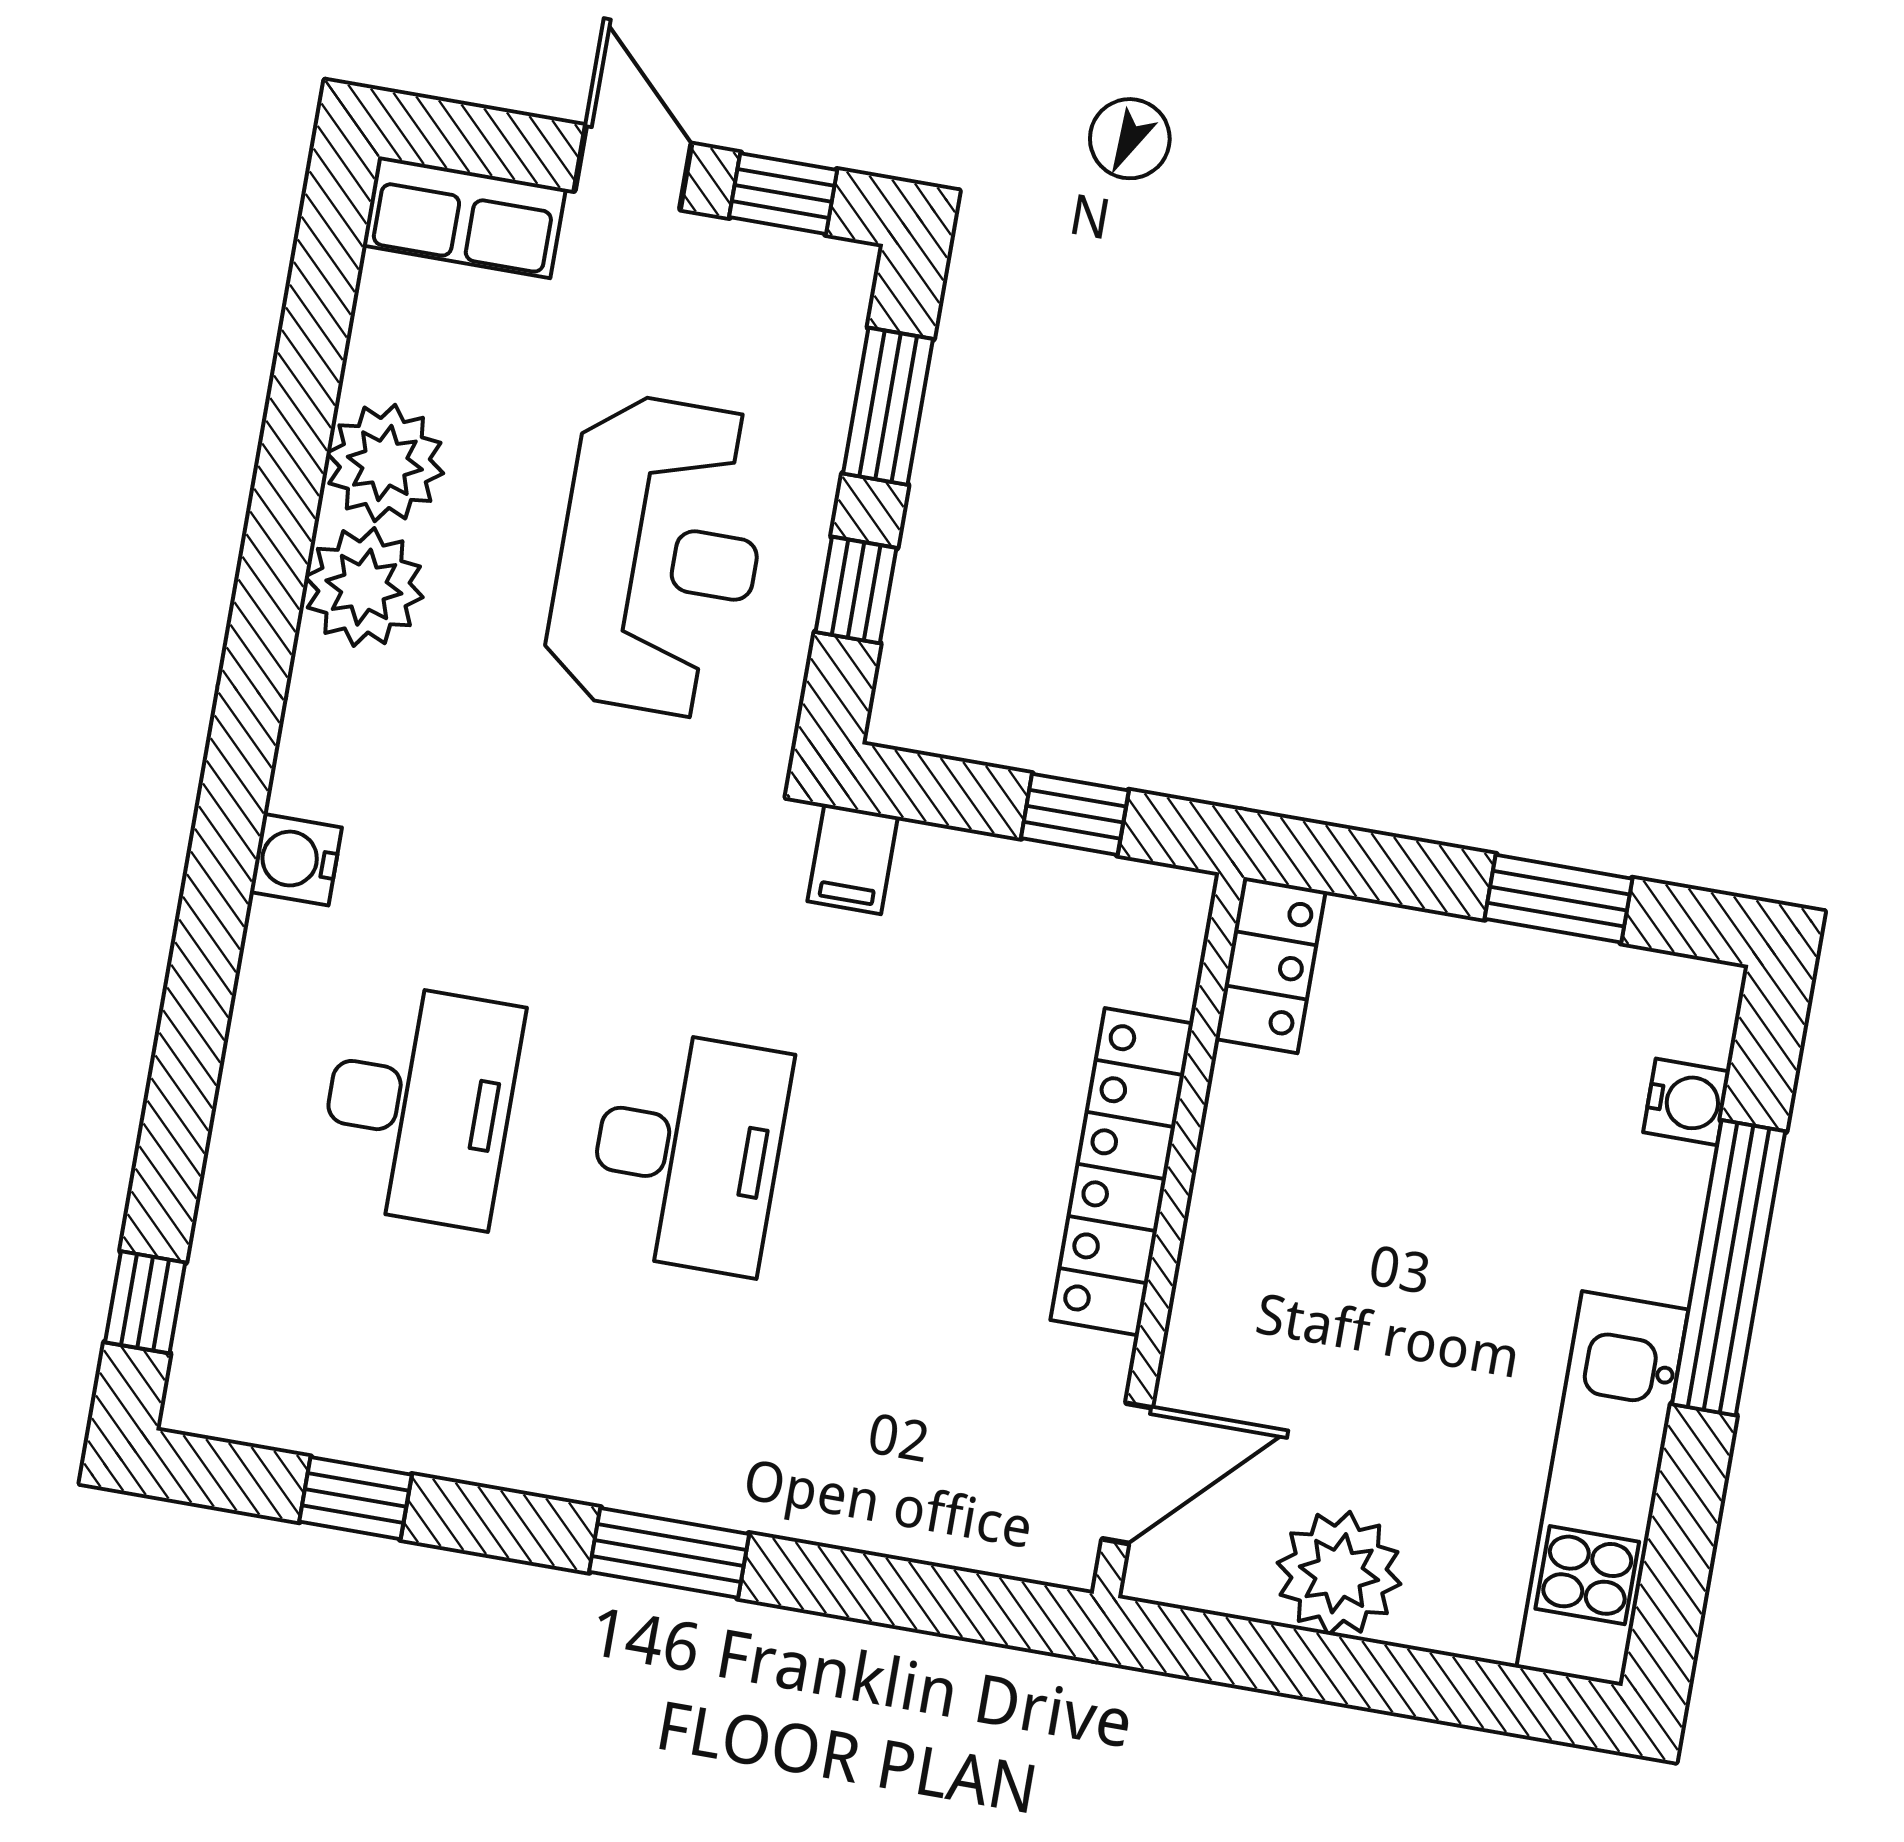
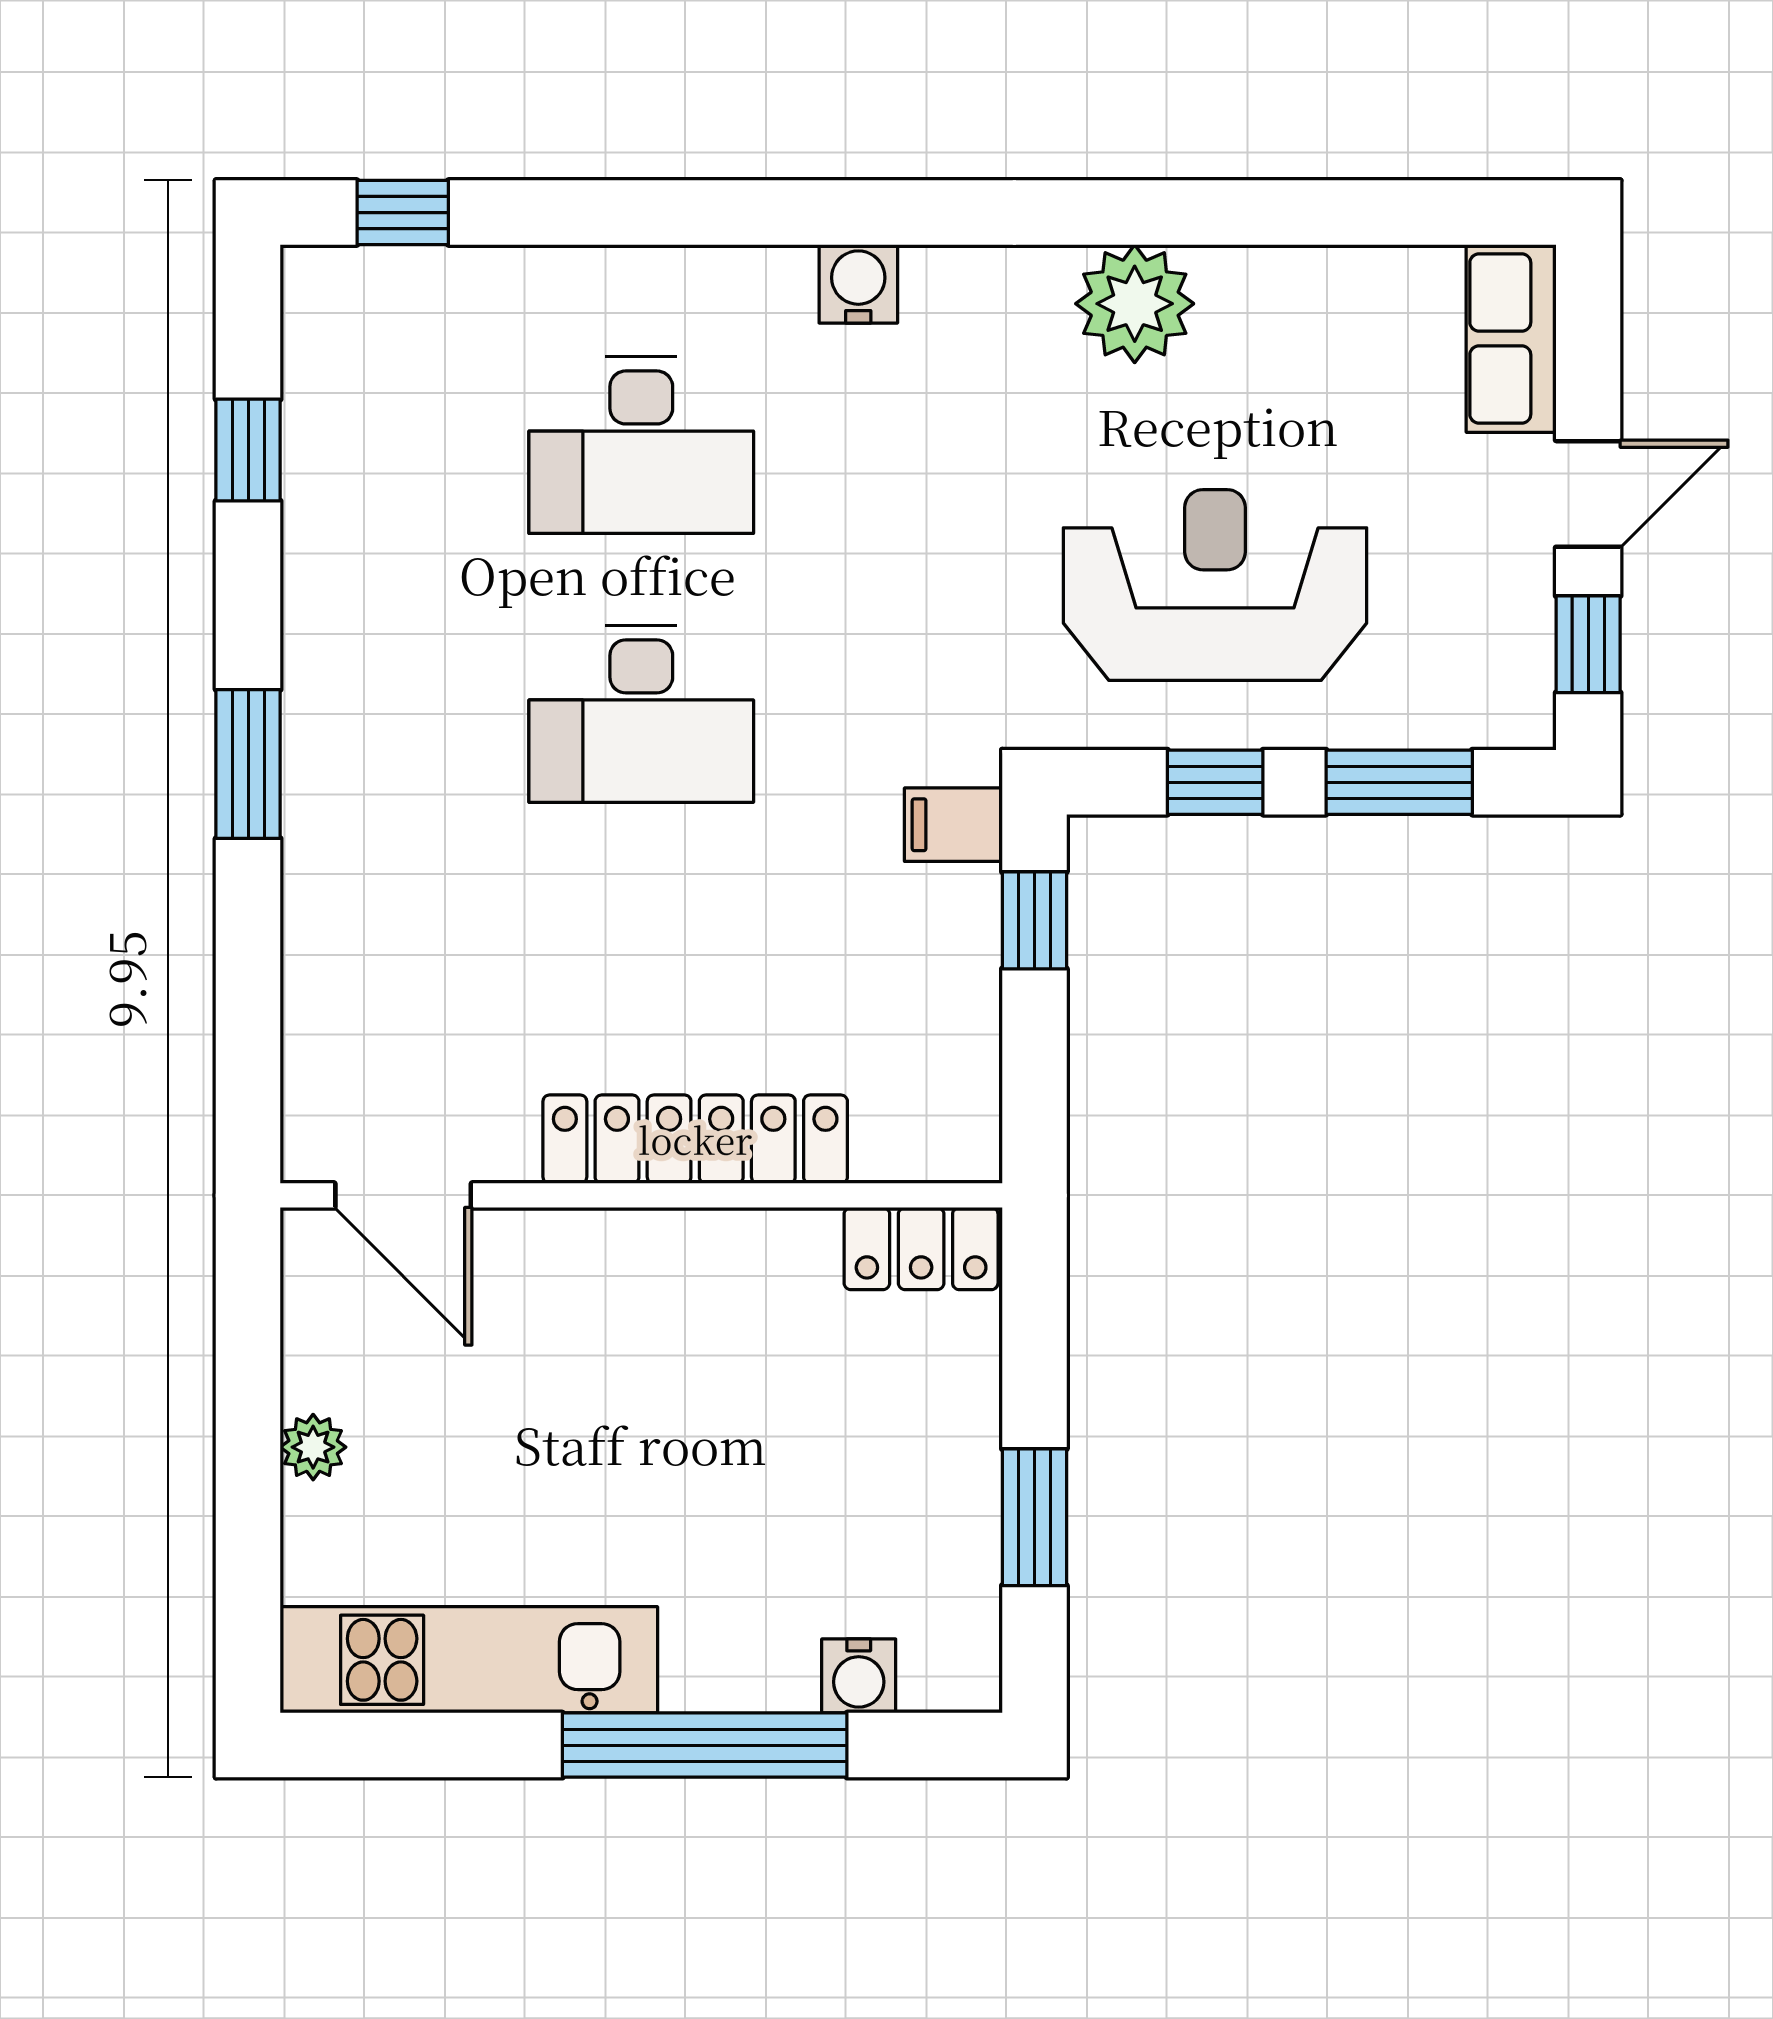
plant: (385, 463) -> (1259, 303), removed
reception desk: (659, 556) -> (1215, 585), turned 180
window: (1075, 814) -> (1034, 920), moved
plant: (1339, 1573) -> (313, 1447), width x0.53, depth x0.53

